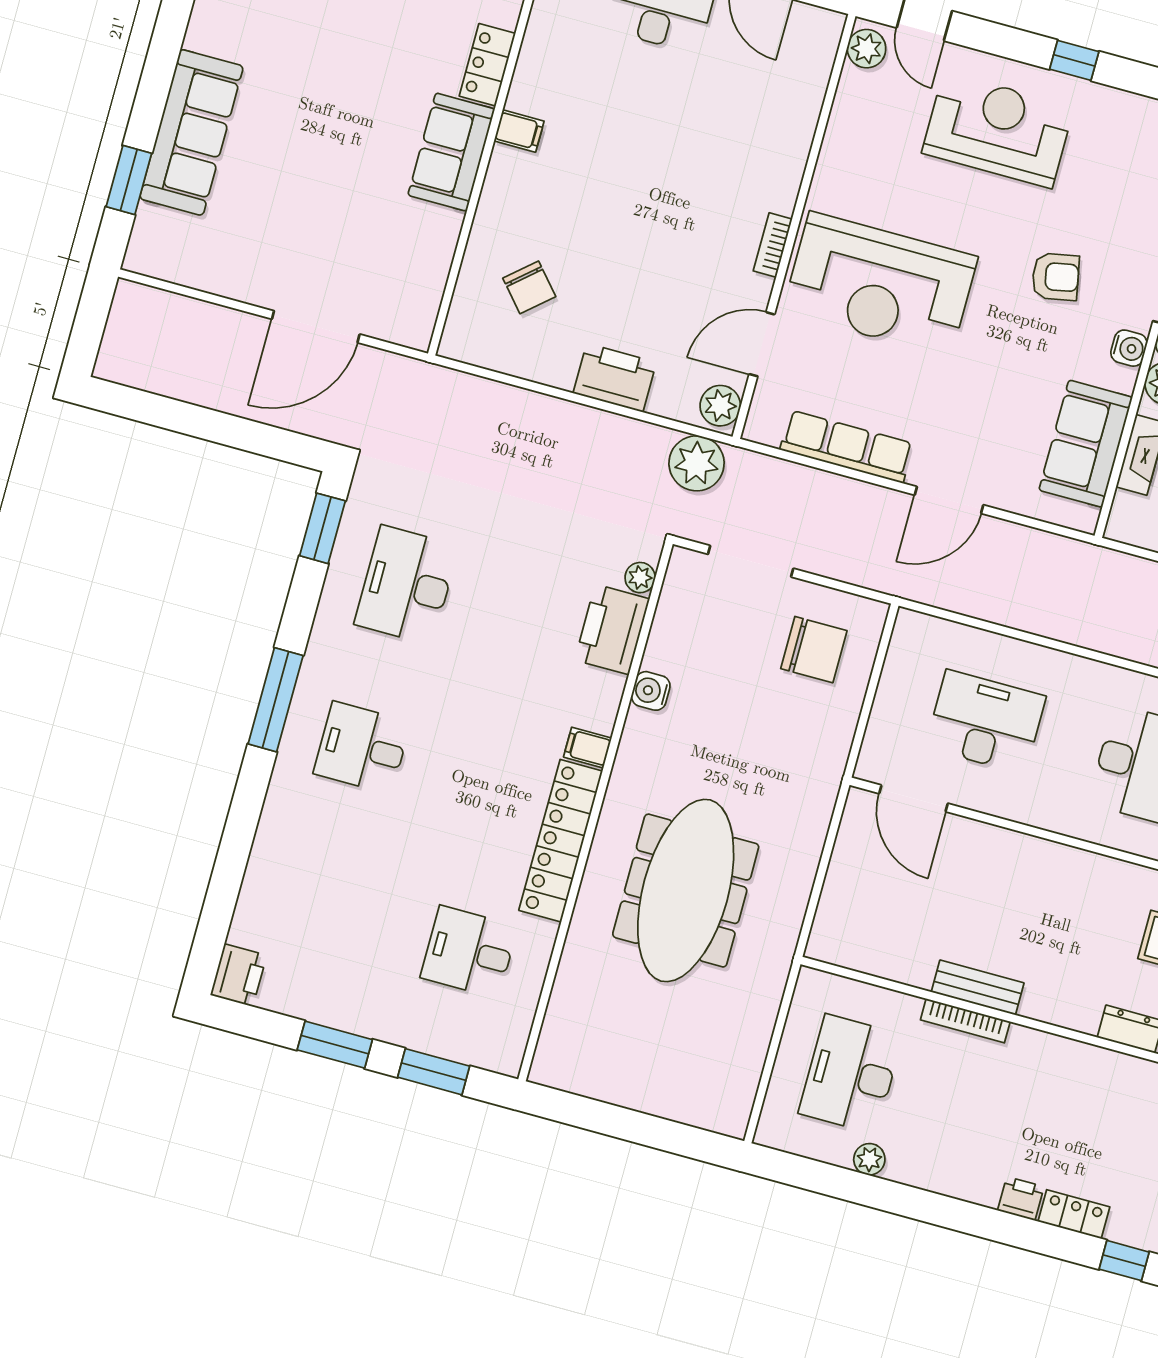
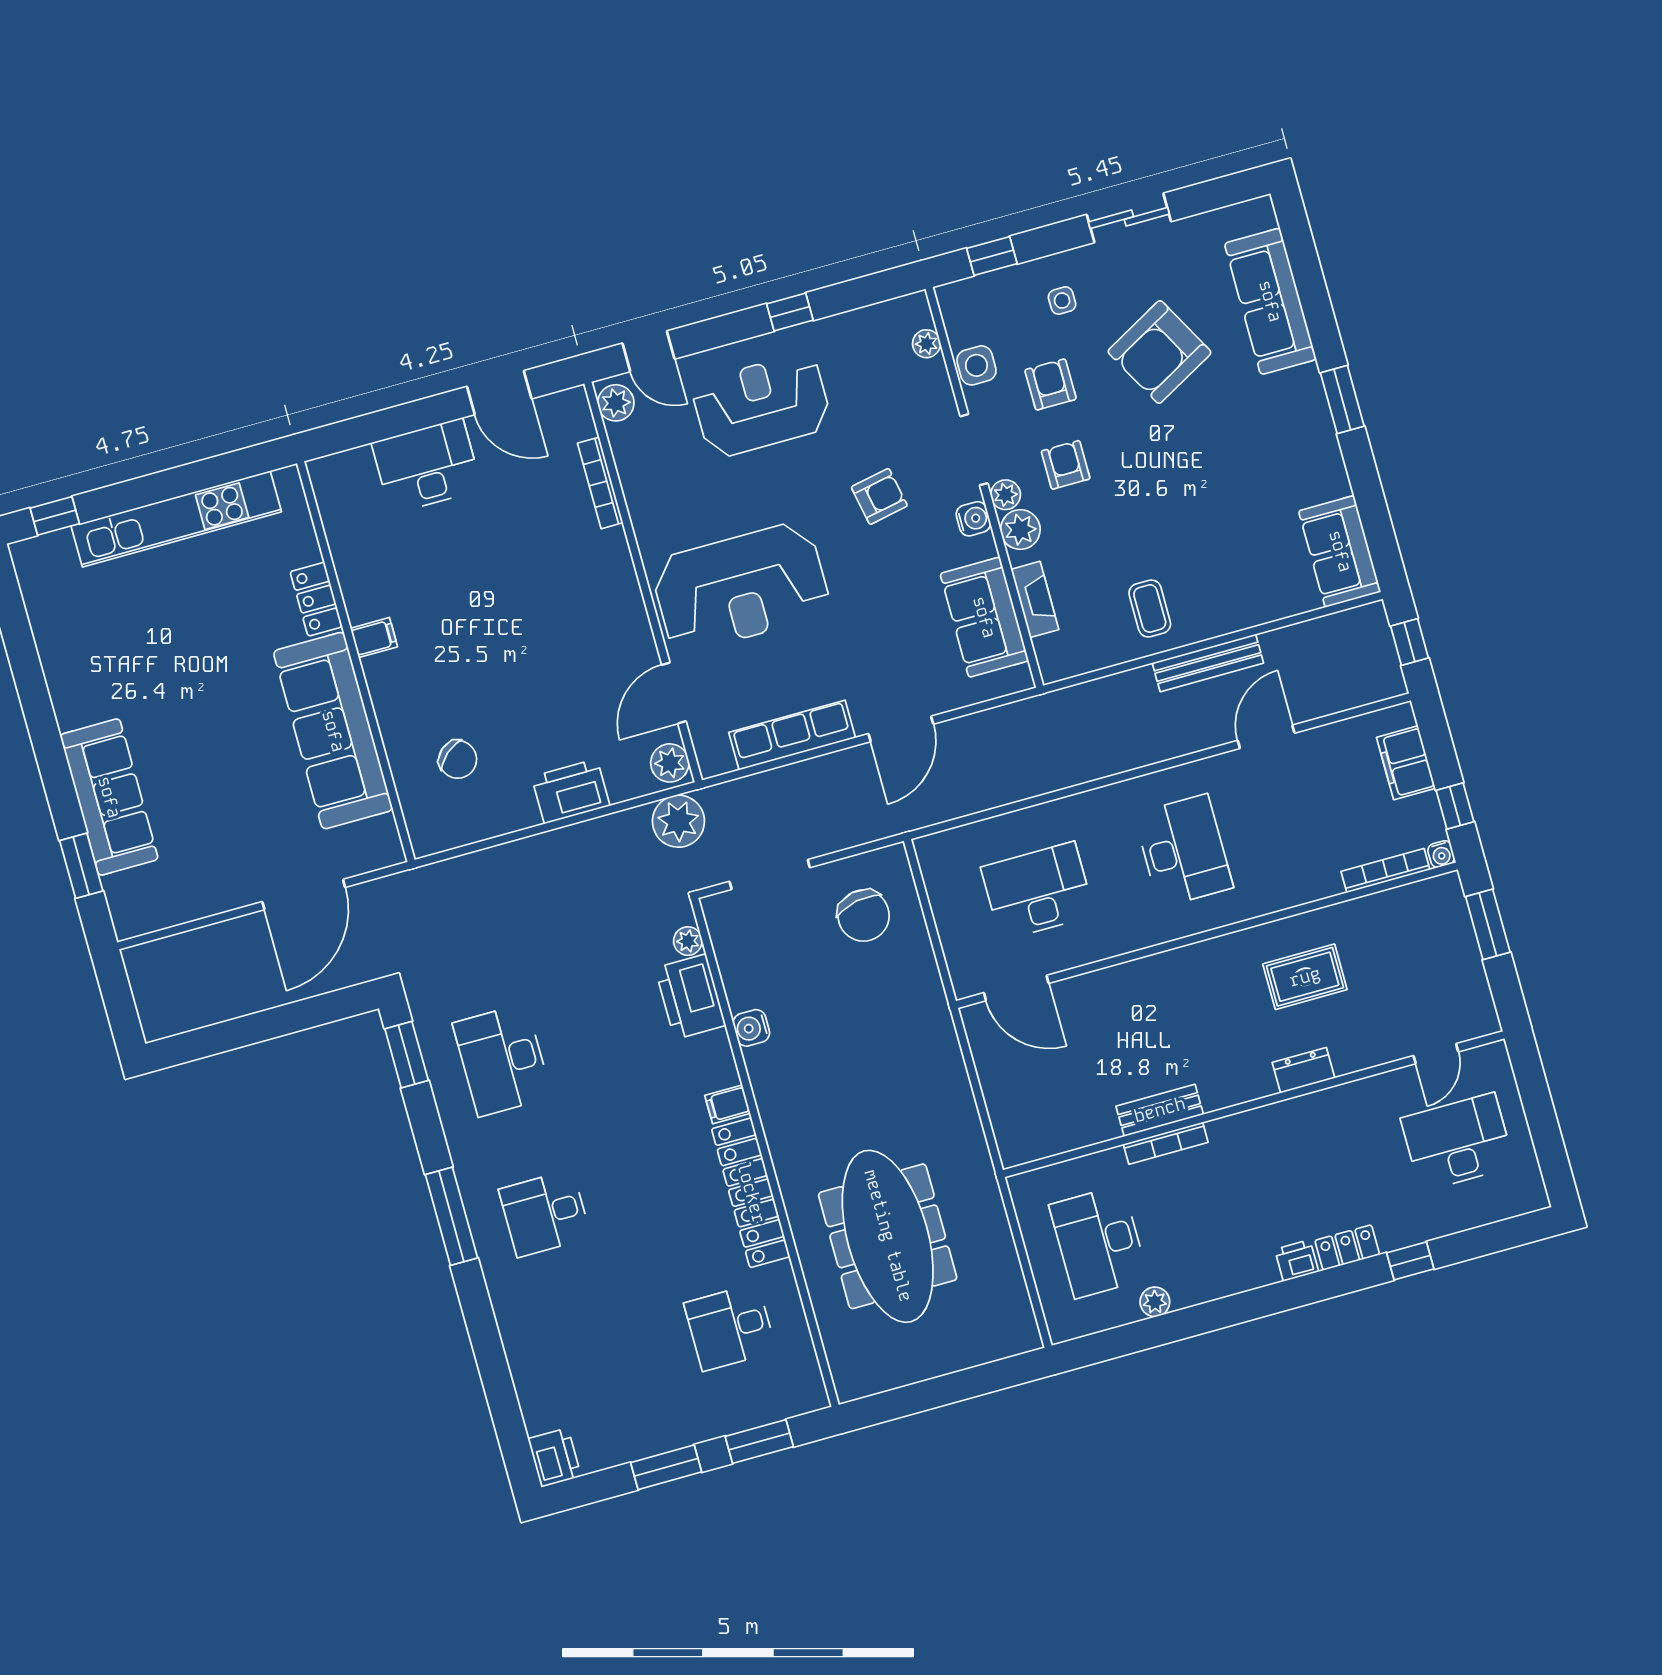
sofa: (451, 152) -> (333, 731), width x1.85, depth x1.27
bookcase: (773, 245) -> (600, 483), moved, width x1.56
chair: (814, 650) -> (864, 916), turned 79
meeting table: (686, 891) -> (888, 1236), moved

